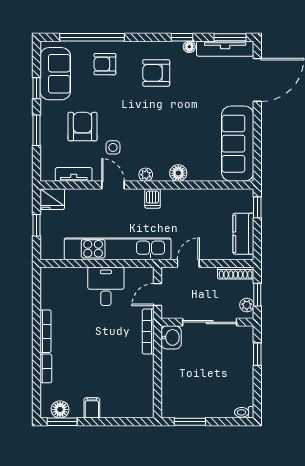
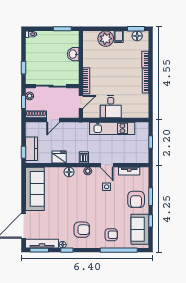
armchair: (83, 127) -> (136, 199), moved
fridge: (52, 199) -> (59, 157), moved
kitchen counter: (243, 234) -> (31, 149), moved
kitchen unit: (118, 249) -> (112, 128), width x0.73
door: (188, 263) -> (53, 120), moved
washbasin: (171, 337) -> (73, 54), moved
plant: (115, 405) -> (106, 39), added

